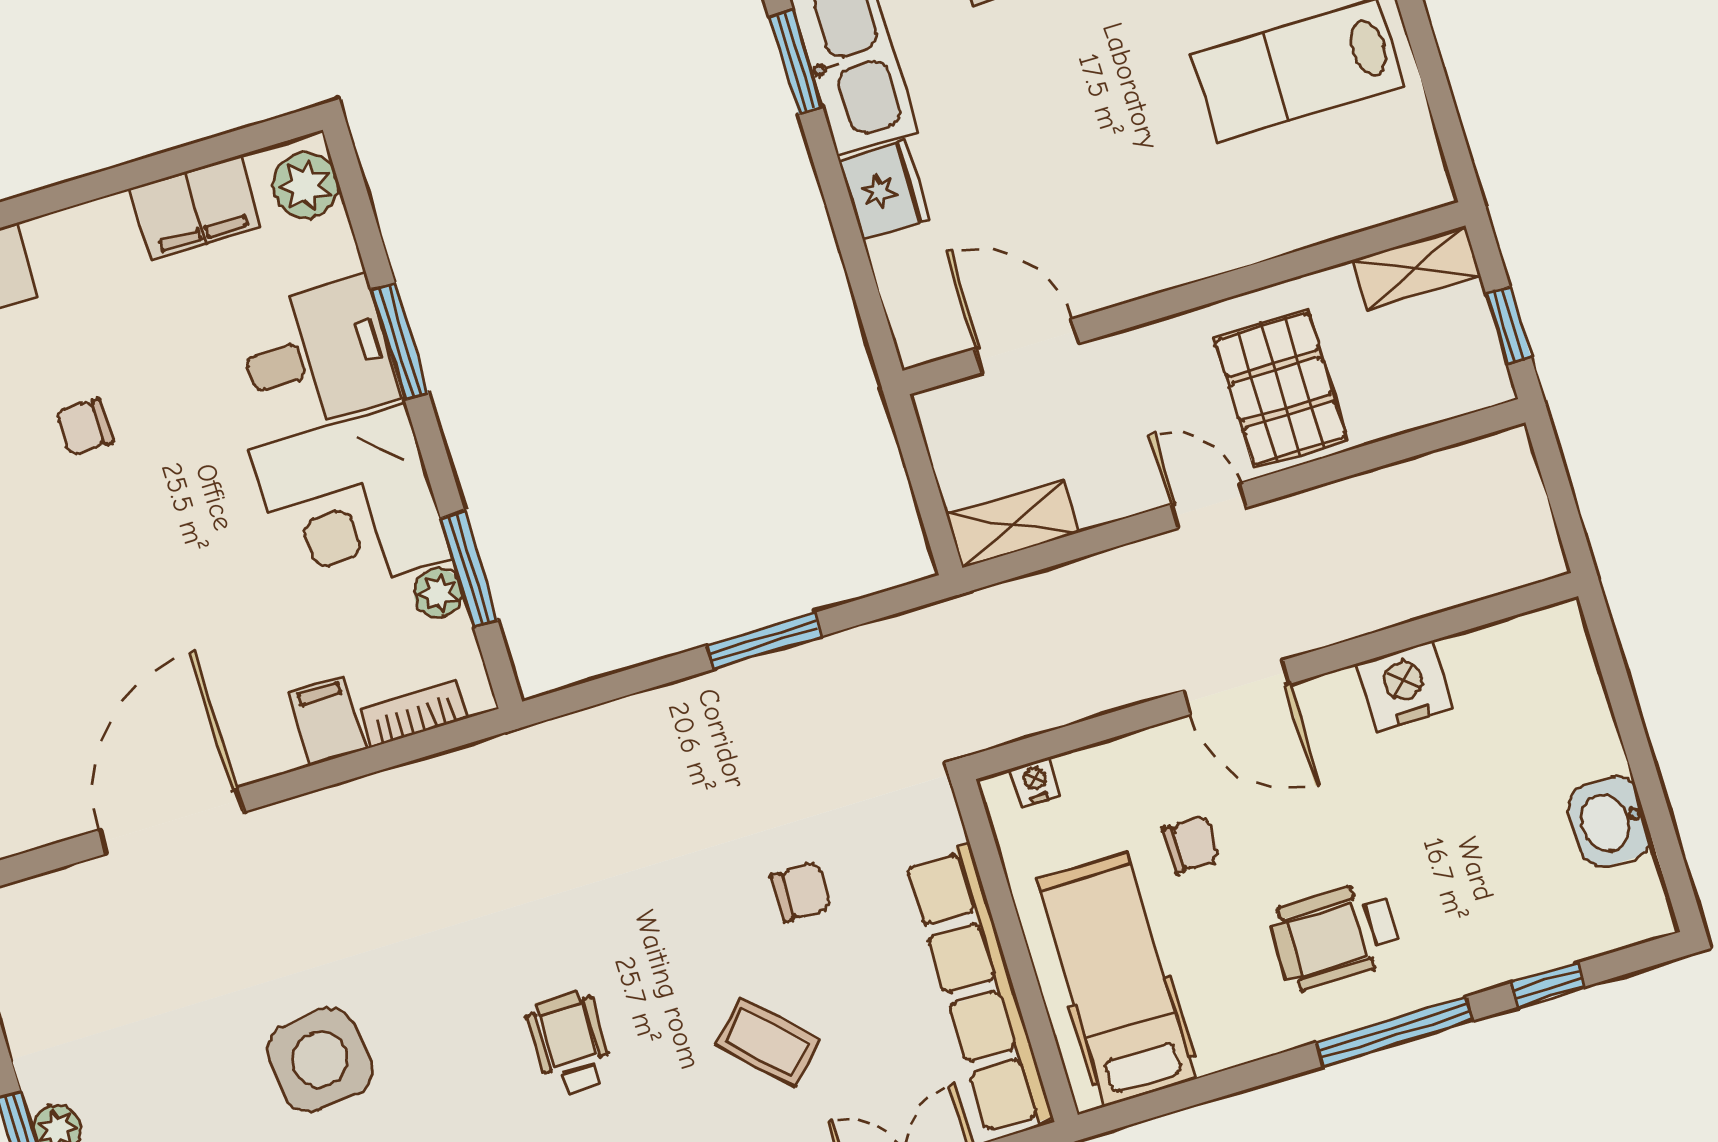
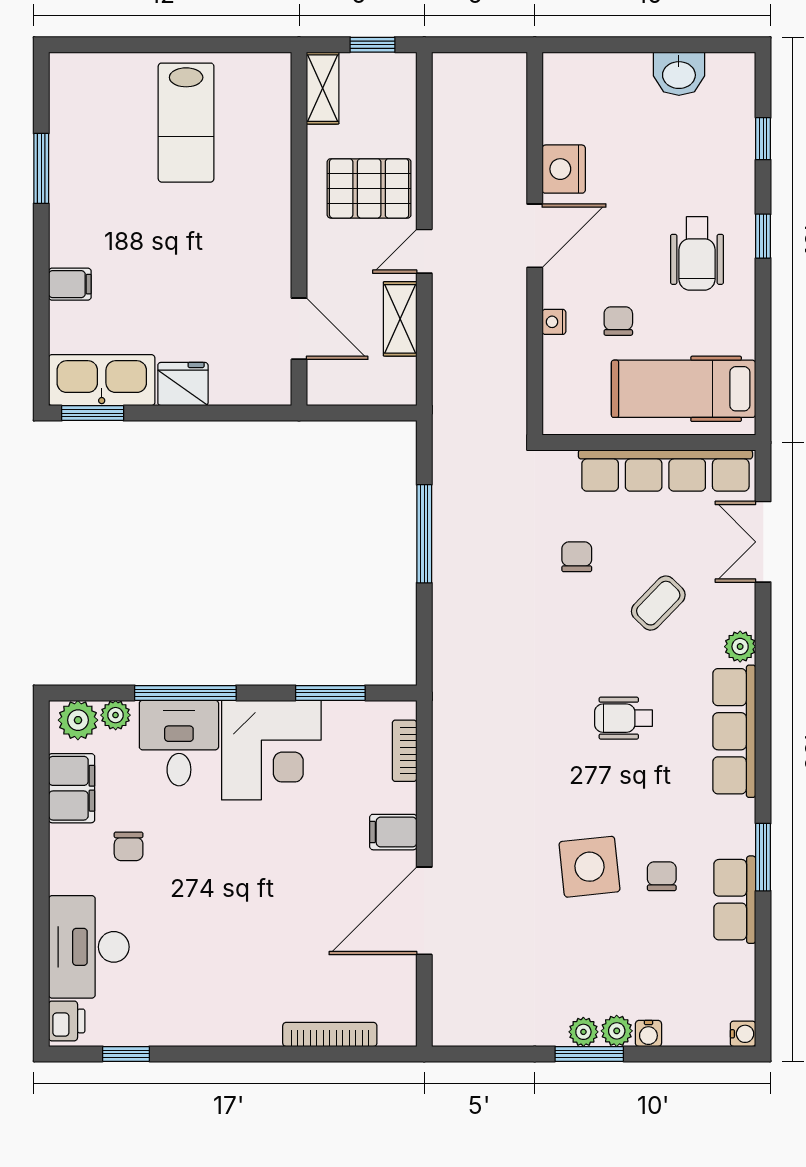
window: (400, 341) -> (185, 693), width x1.44
door: (1027, 346) -> (299, 329), swing flipped
chair: (85, 427) -> (129, 846), moved
shelving: (1013, 524) -> (400, 319), moved
plant: (438, 593) -> (116, 715), moved
window: (764, 641) -> (424, 534), width x1.44
door: (1236, 687) -> (535, 236), moved
filing cabinet: (327, 720) -> (393, 832), moved
nightstand: (1035, 781) -> (554, 322), moved
door: (171, 821) -> (424, 911), hinge flipped
window: (1394, 1032) -> (763, 236), width x0.46

